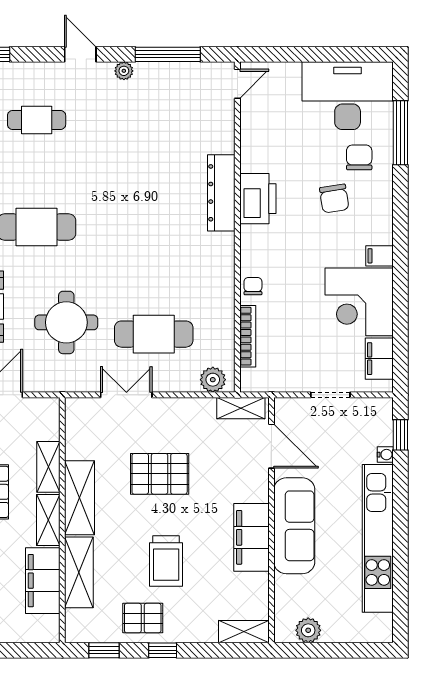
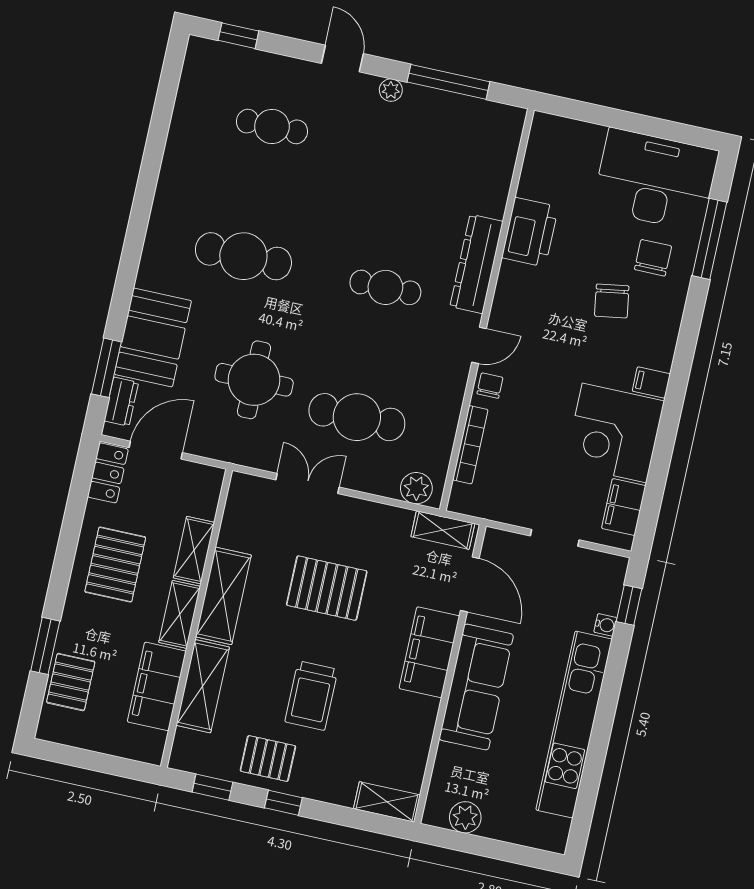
door: (237, 84) -> (479, 345), moved
printer: (258, 199) -> (530, 232), moved
cafe table: (154, 227) -> (385, 287), added
filing cabinet: (251, 537) -> (429, 652), moved

